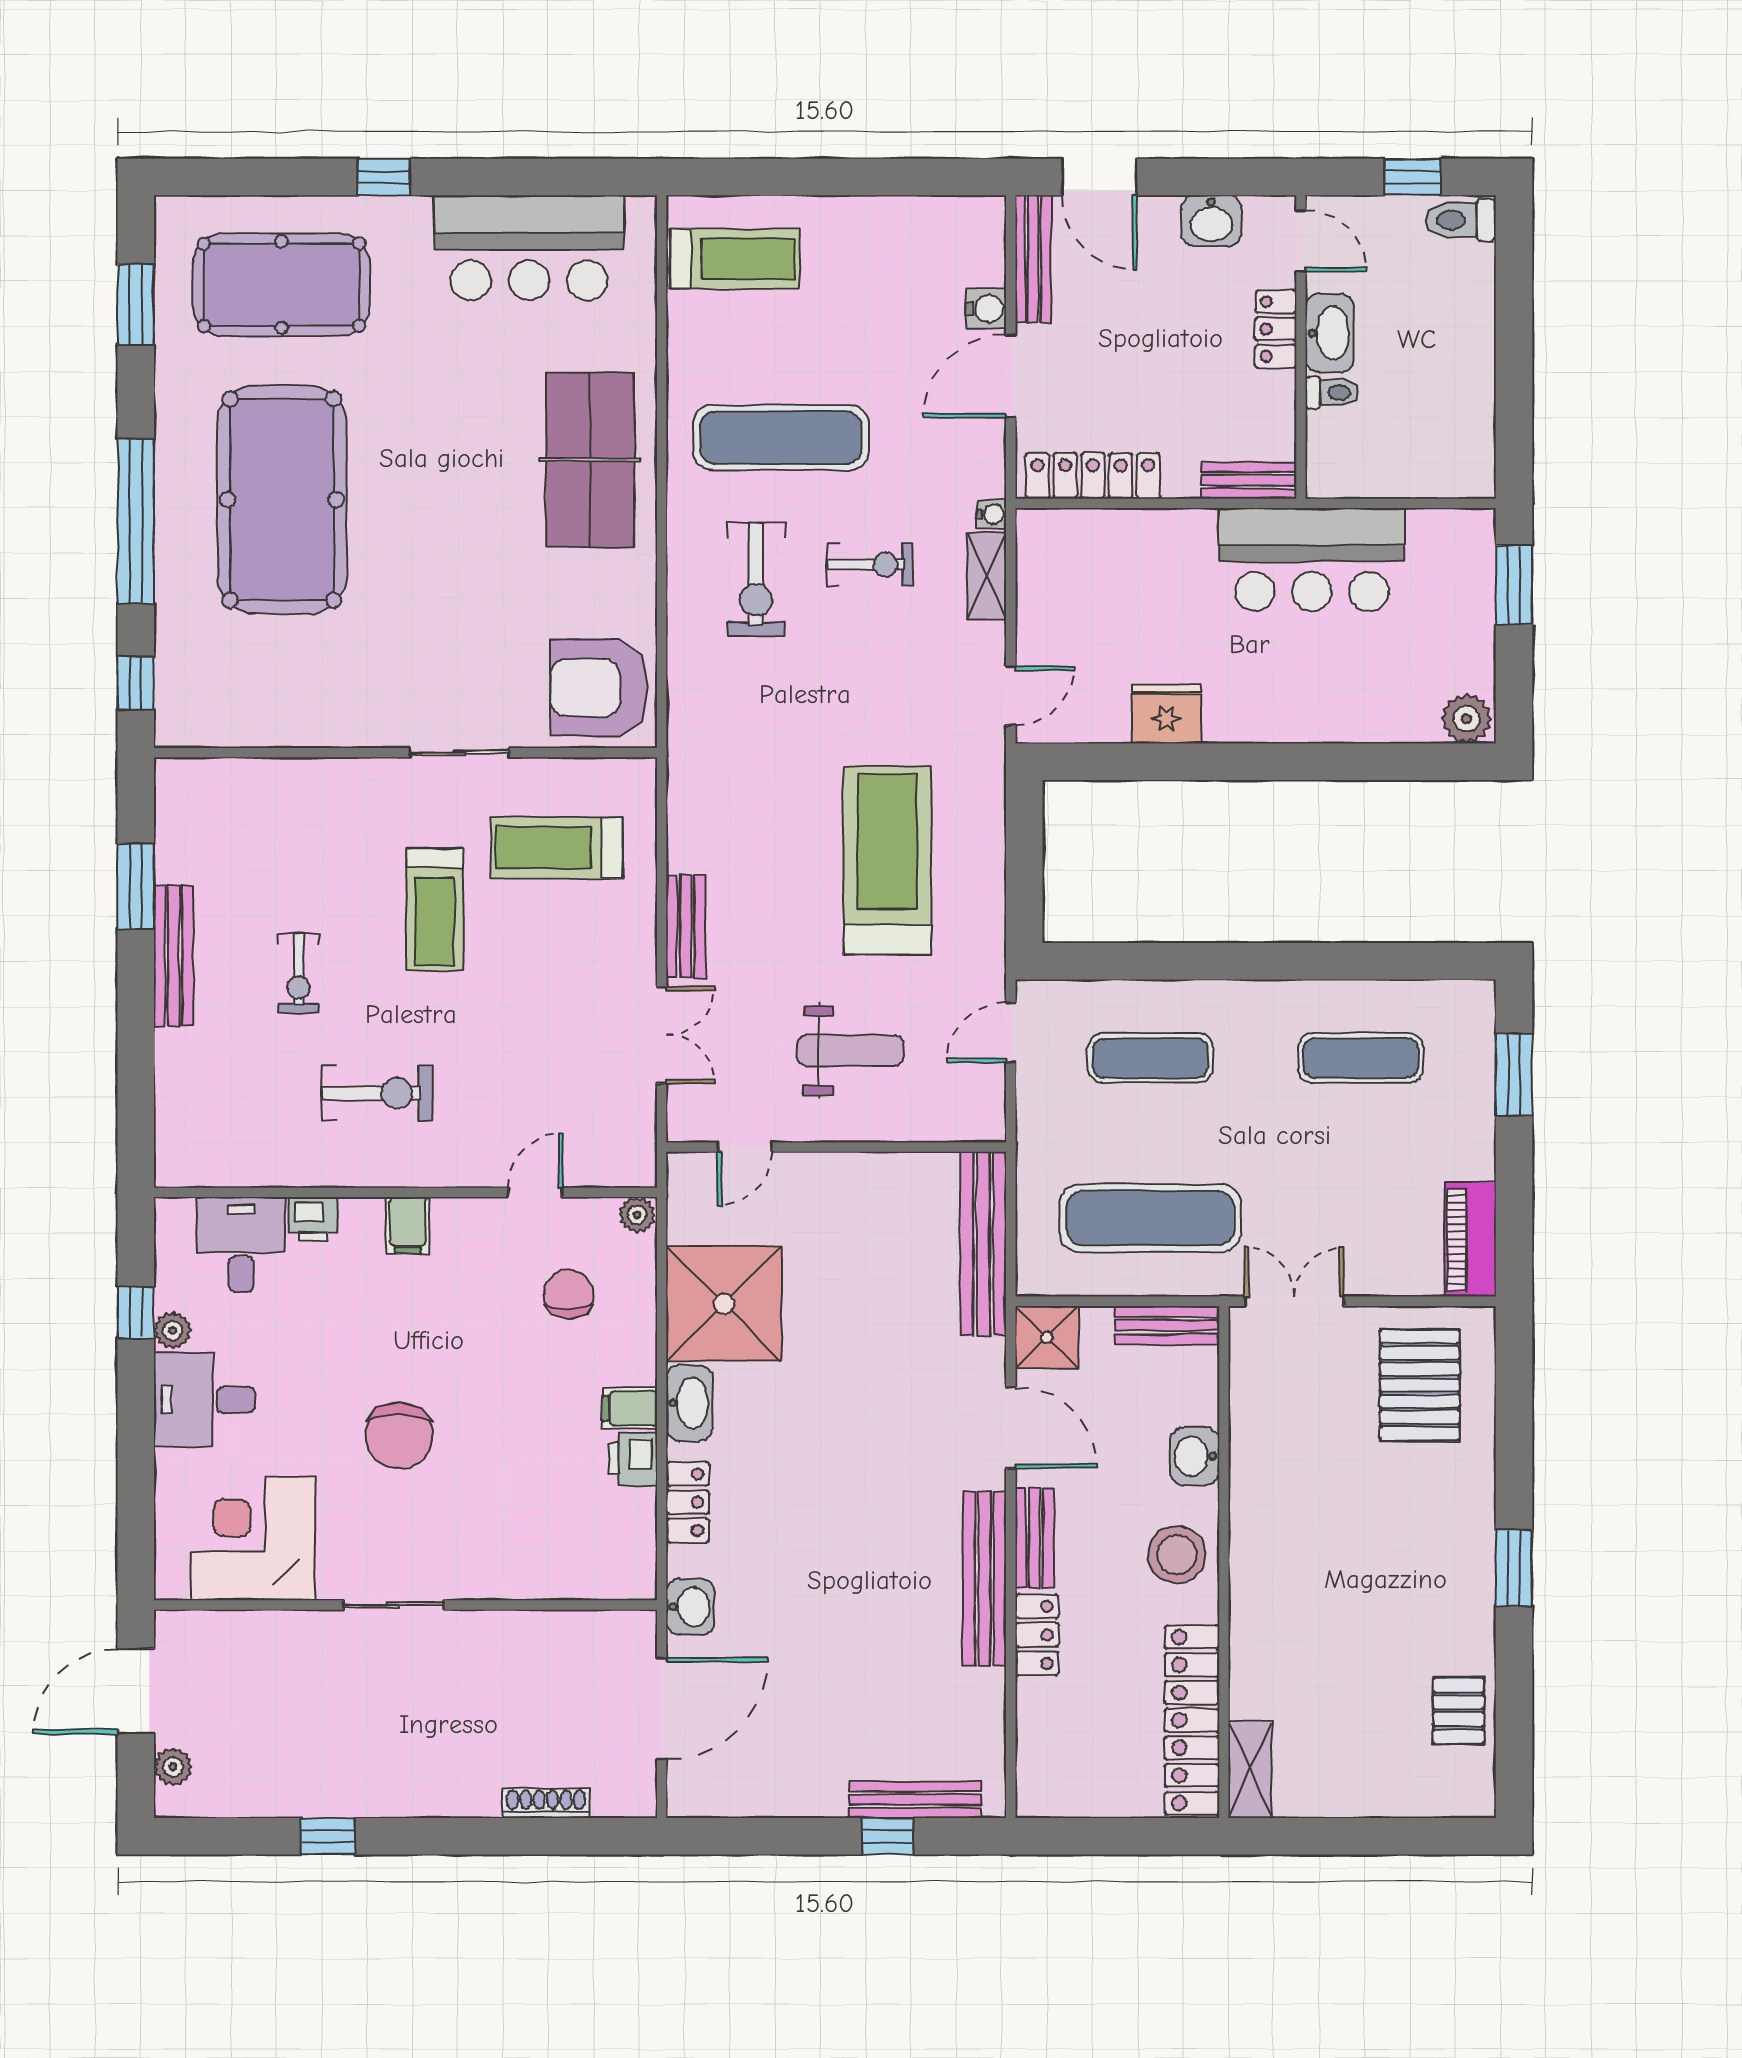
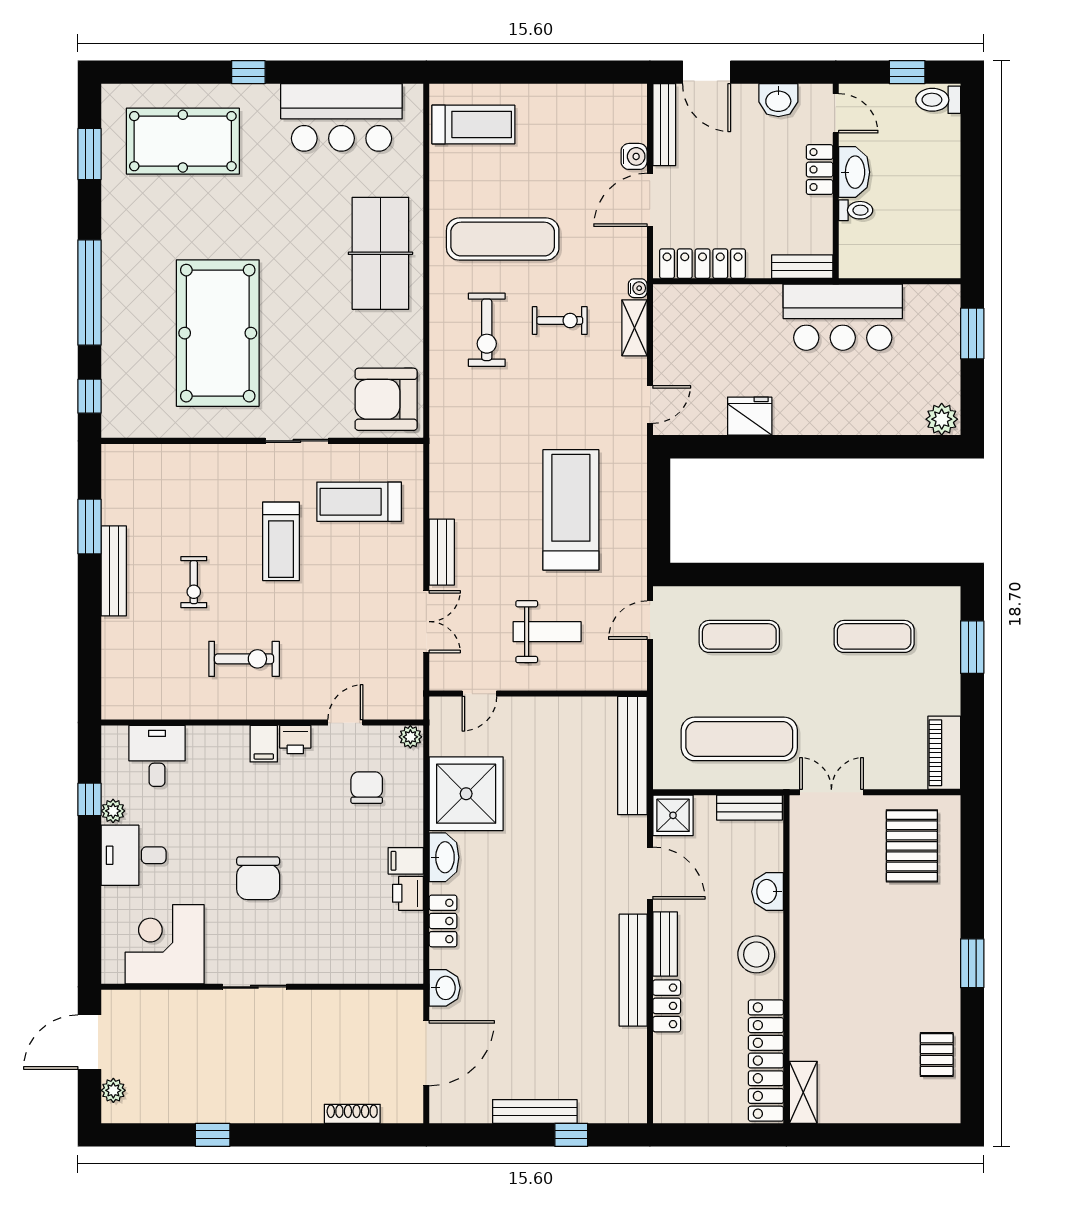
pool table: (282, 500) -> (218, 333), moved
printer: (313, 1219) -> (295, 740), moved
bench: (915, 1800) -> (535, 1111), moved

